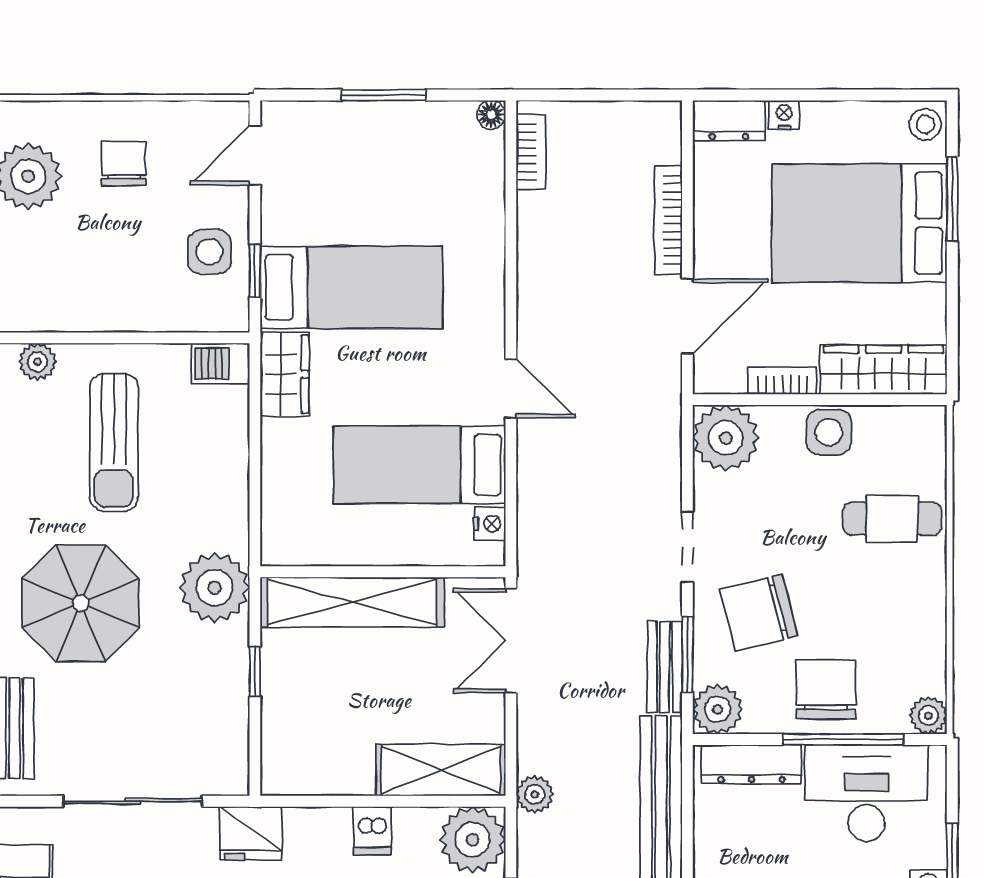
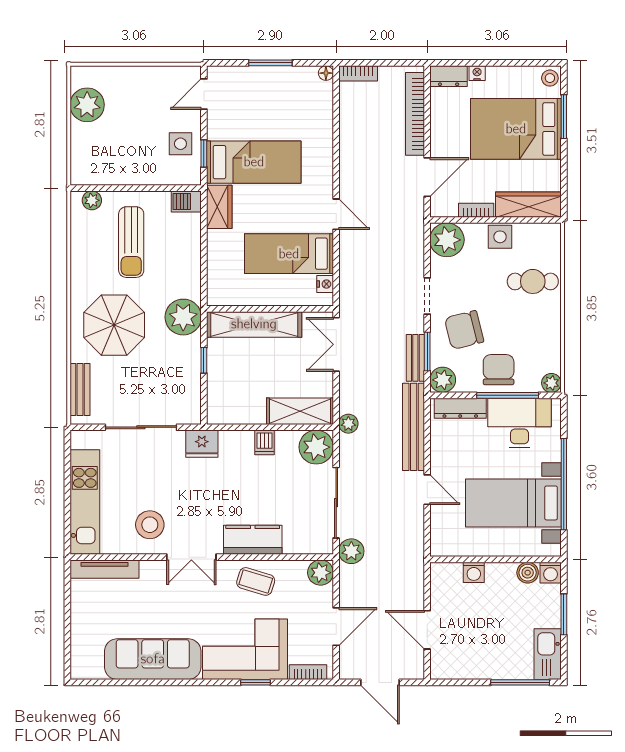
bookcase: (531, 152) -> (358, 73), moved, turned 90
chair: (124, 164) -> (136, 98), removed
bookcase: (668, 220) -> (415, 114), width x1.48, depth x1.31

